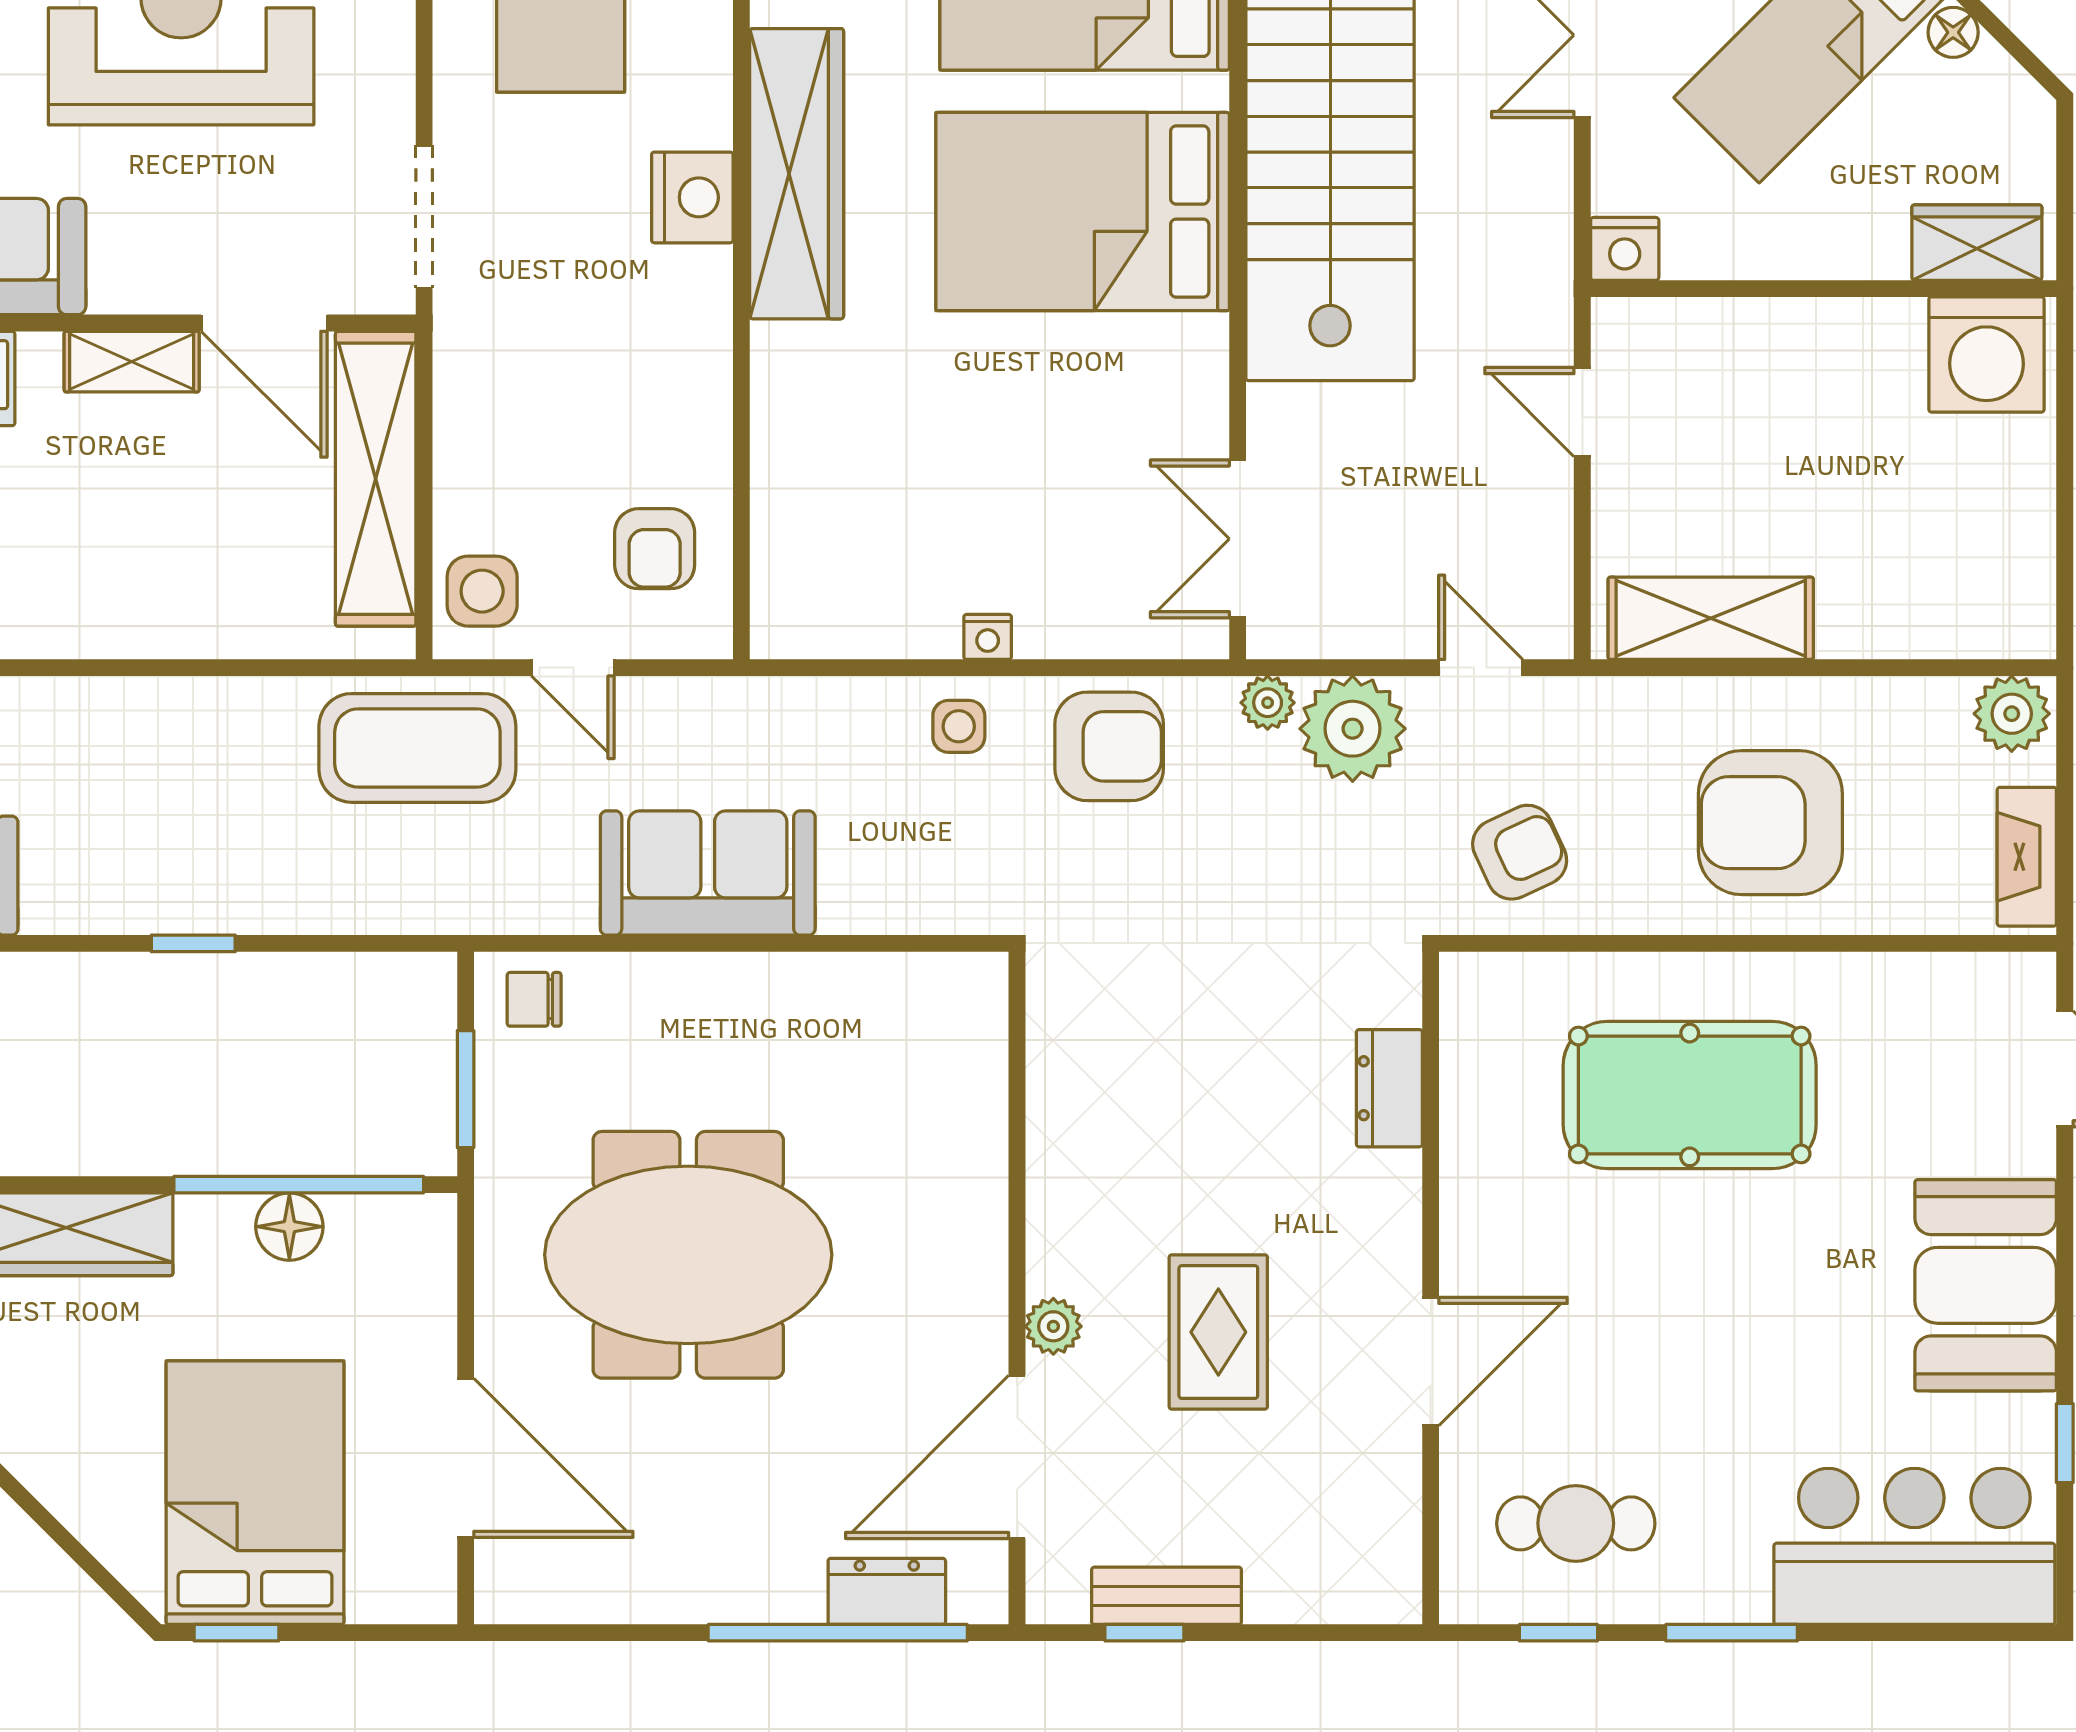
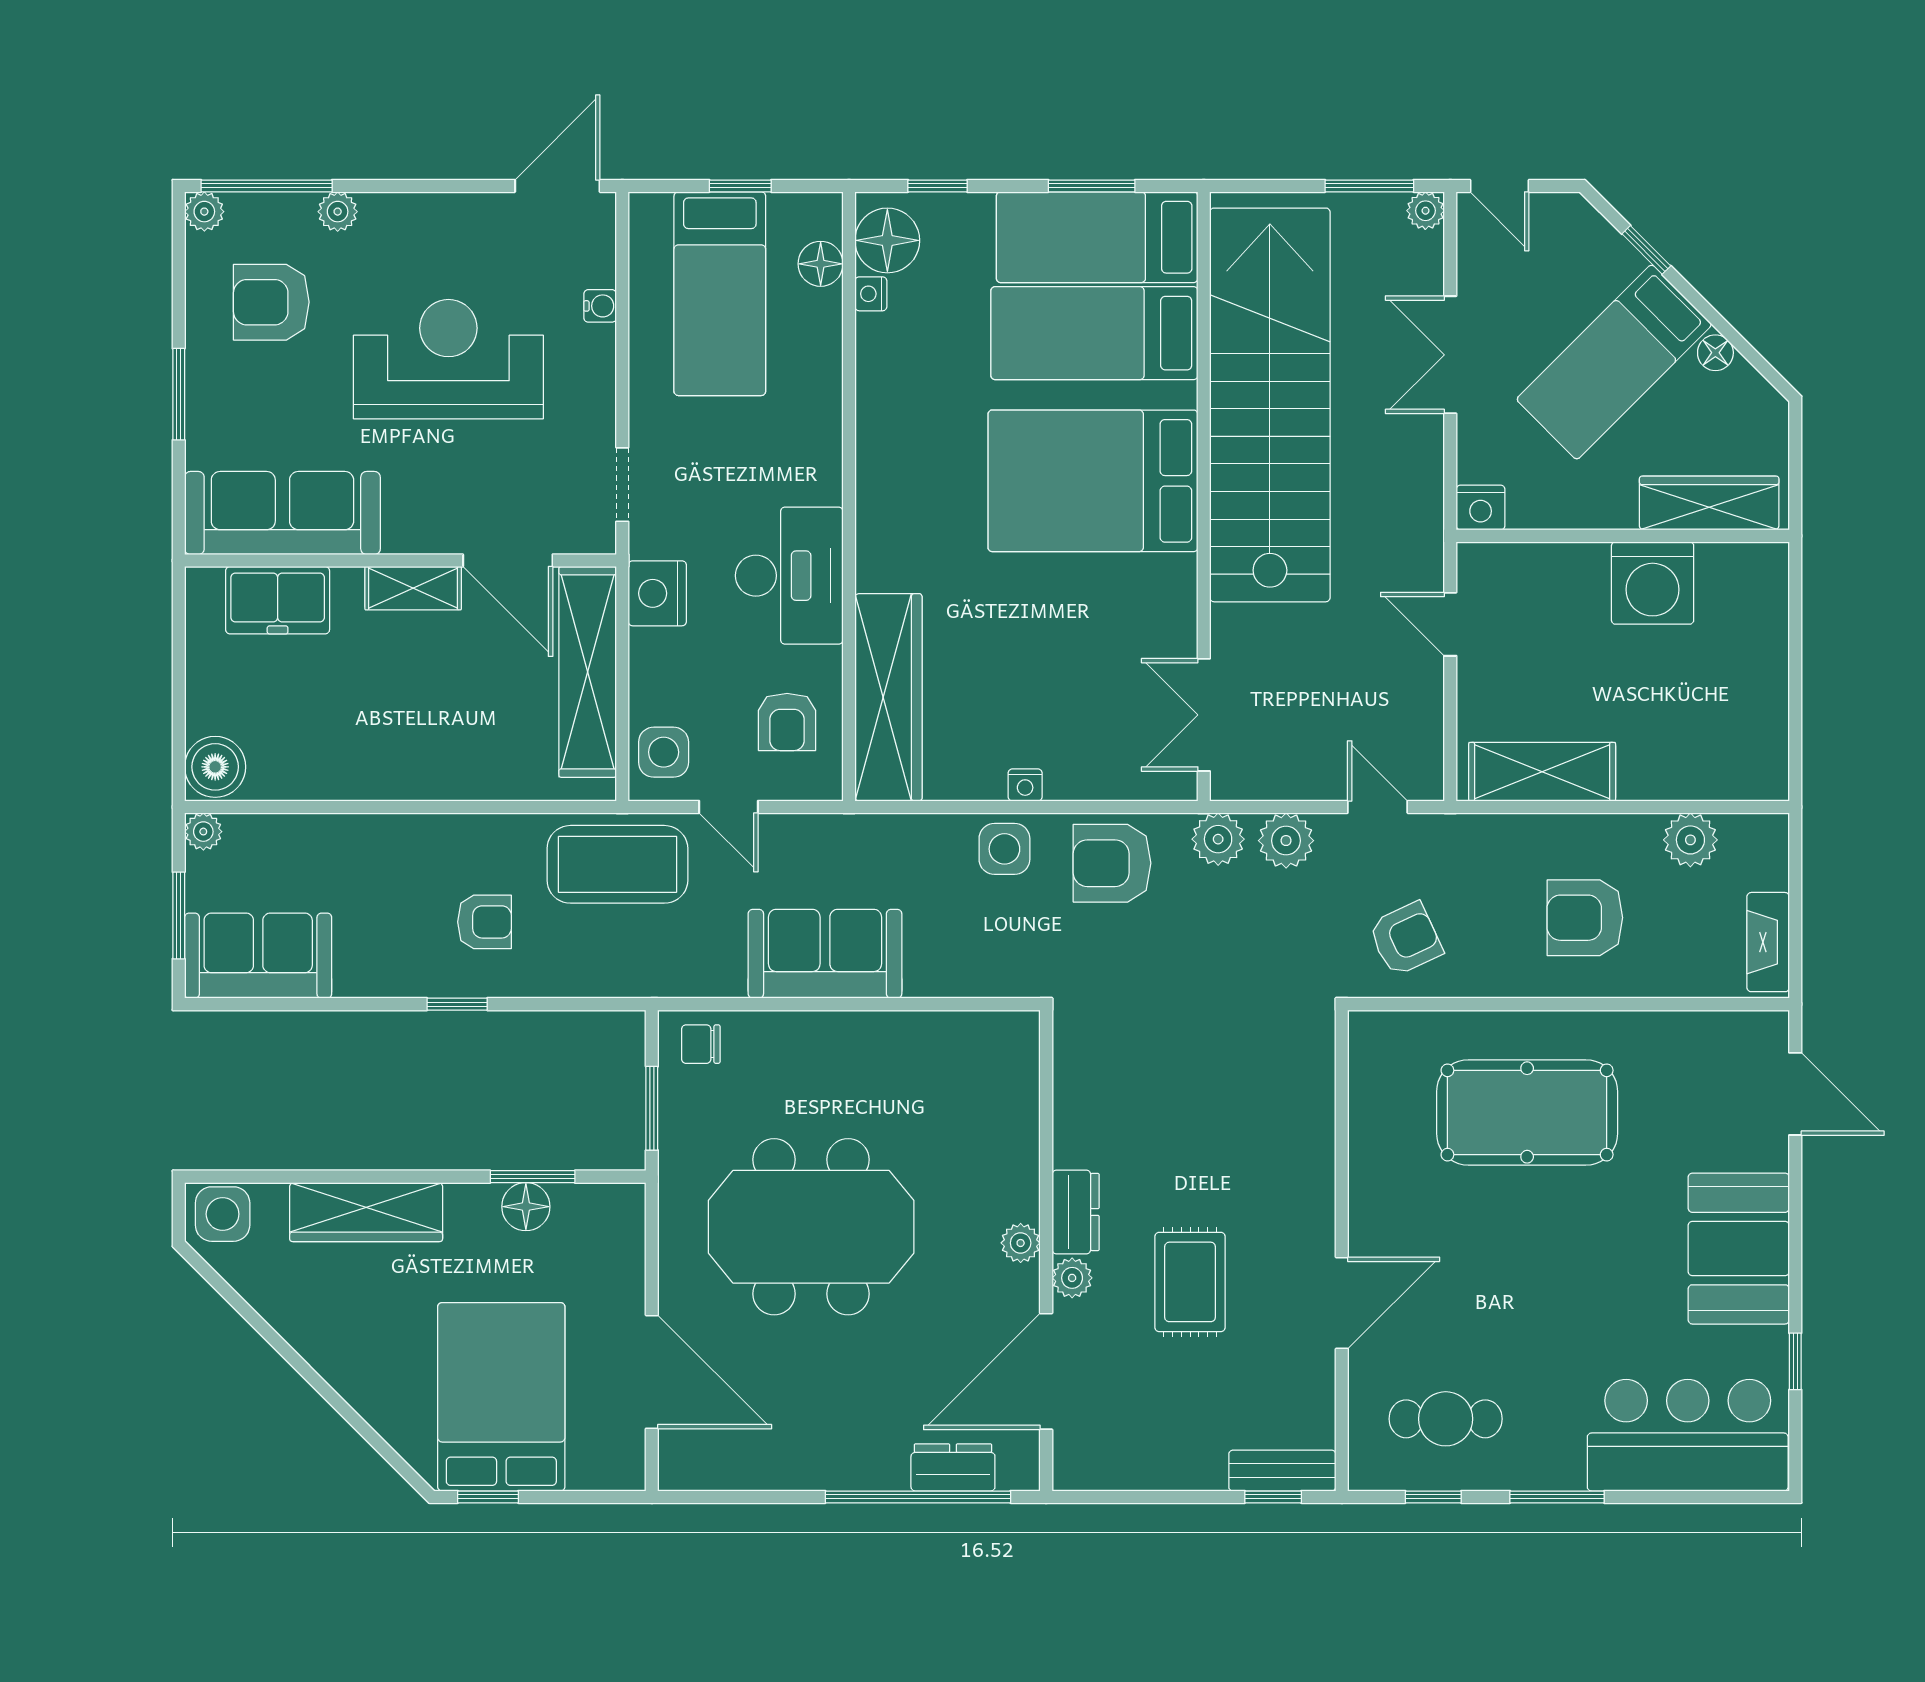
wardrobe: (797, 174) -> (888, 697), moved
nightstand: (692, 197) -> (657, 593), moved, turned 180
doorway: (424, 217) -> (622, 485), width x0.73
wardrobe: (1977, 243) -> (1709, 503), width x1.50
desk: (658, 344) -> (789, 576), added
washing machine: (1986, 354) -> (1653, 583), moved
plant: (1268, 703) -> (1218, 839), width x1.38, depth x1.38
plant: (2012, 714) -> (1690, 840), moved
side table: (959, 726) -> (1004, 849), width x1.37, depth x1.37
plant: (1353, 729) -> (1286, 841), width x0.73, depth x0.73
armchair: (1109, 746) -> (1112, 863), turned 180
armchair: (1770, 823) -> (1585, 918), width x0.73, depth x0.73
armchair: (231, 828) -> (484, 922), added
dresser: (1389, 1088) -> (1076, 1212), moved, turned 180
window: (299, 1185) -> (533, 1177), width x0.47
plant: (981, 1278) -> (1021, 1243), added
bench: (1167, 1596) -> (1282, 1471), moved
window: (1144, 1633) -> (1273, 1497), moved

